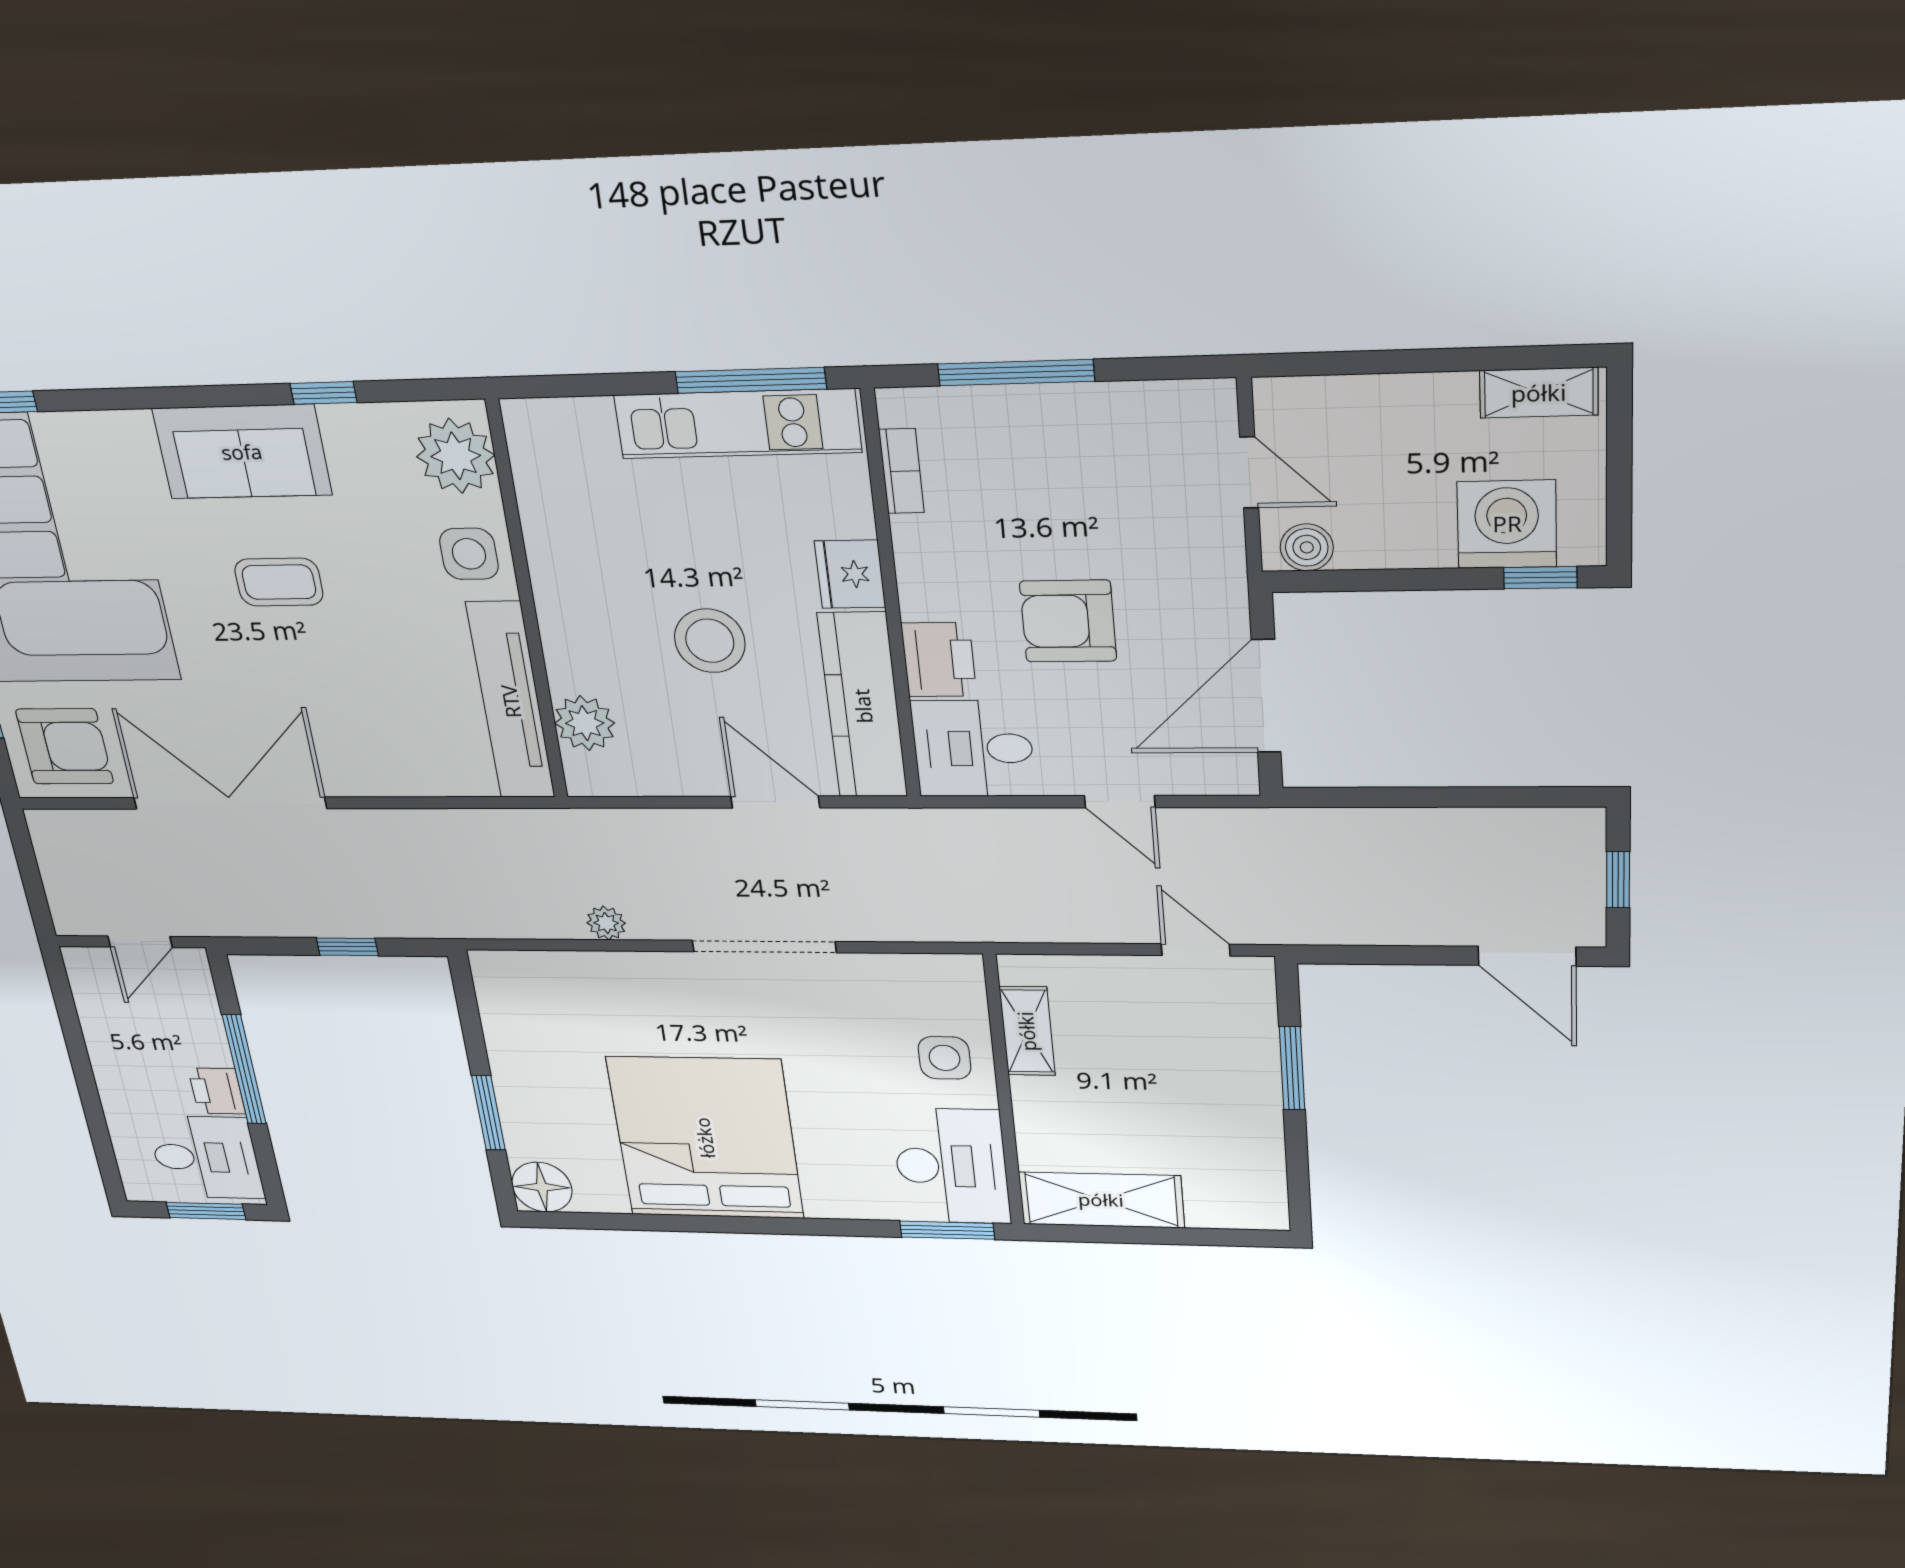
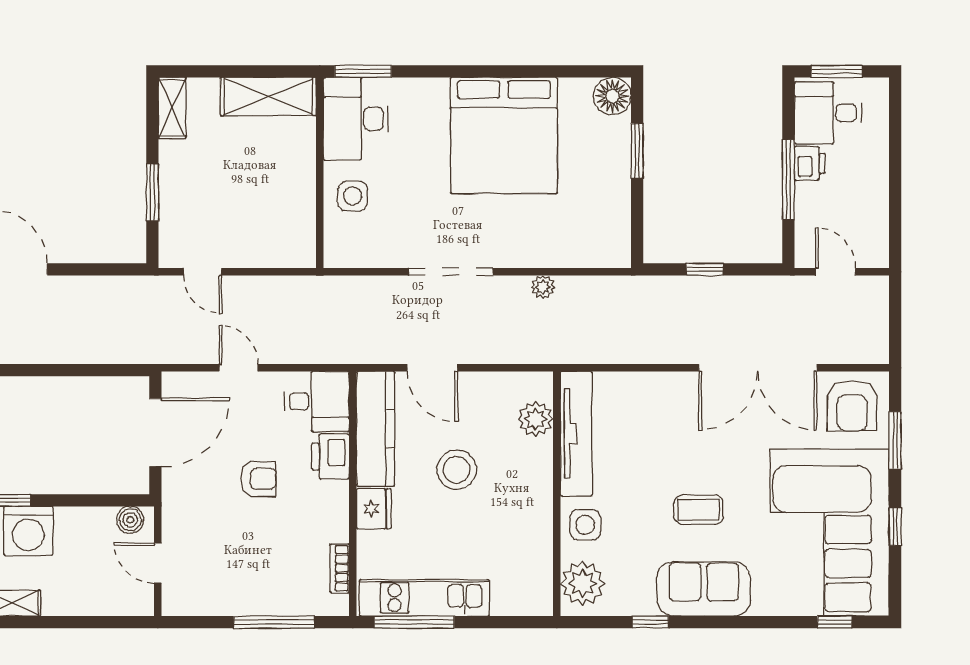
armchair: (1068, 621) -> (258, 479), width x0.72, depth x0.72
armchair: (65, 746) -> (852, 406), turned -90
door: (140, 942) -> (836, 272), hinge flipped
shelving: (1027, 1031) -> (172, 108), moved

